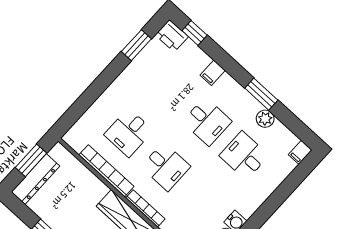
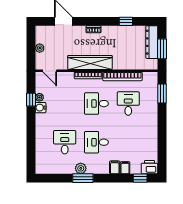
window: (136, 45) -> (162, 94), moved
plant: (265, 119) -> (81, 168), moved
filing cabinet: (300, 152) -> (125, 168), moved
desk: (244, 155) -> (65, 142), turned -90

